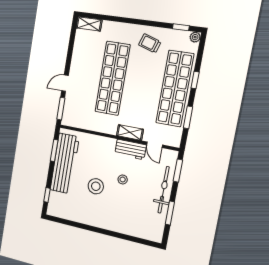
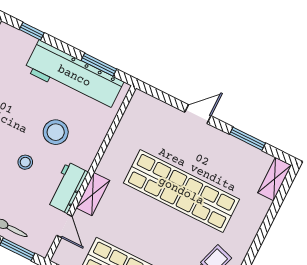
door: (65, 83) -> (198, 114), hinge flipped
window: (61, 109) -> (247, 139), moved
door: (155, 145) -> (64, 226), swing flipped
stool: (96, 186) -> (56, 132), moved

